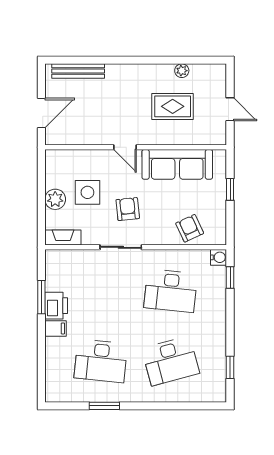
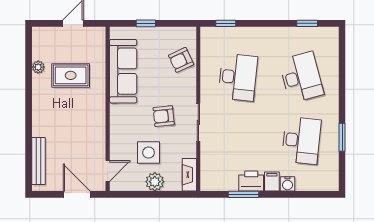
rug: (173, 106) -> (71, 75), turned 90
door: (125, 147) -> (108, 171), moved
water cooler: (219, 257) -> (287, 184), moved, turned 180

